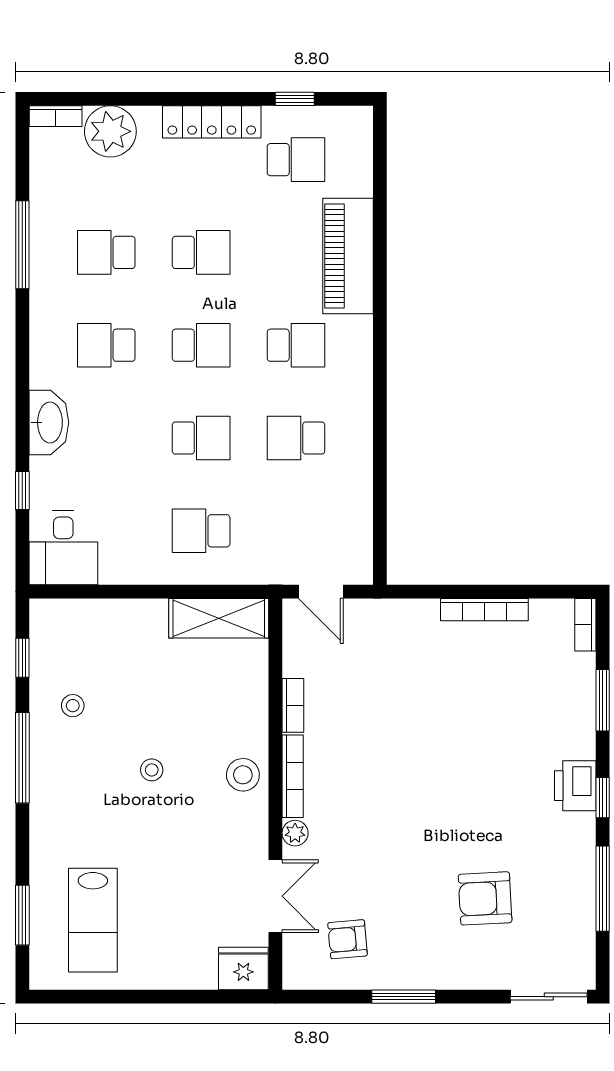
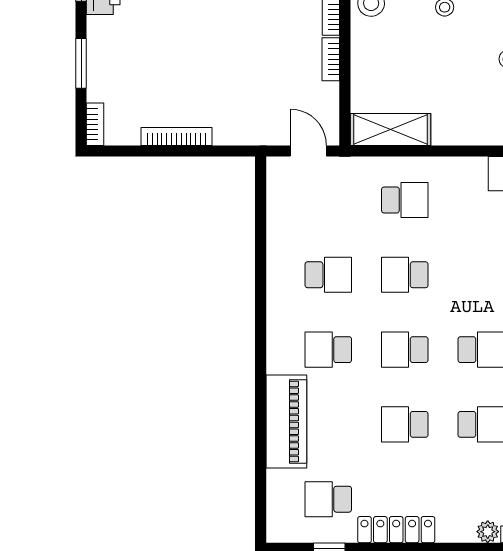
plant: (110, 131) -> (488, 532), width x0.53, depth x0.53

